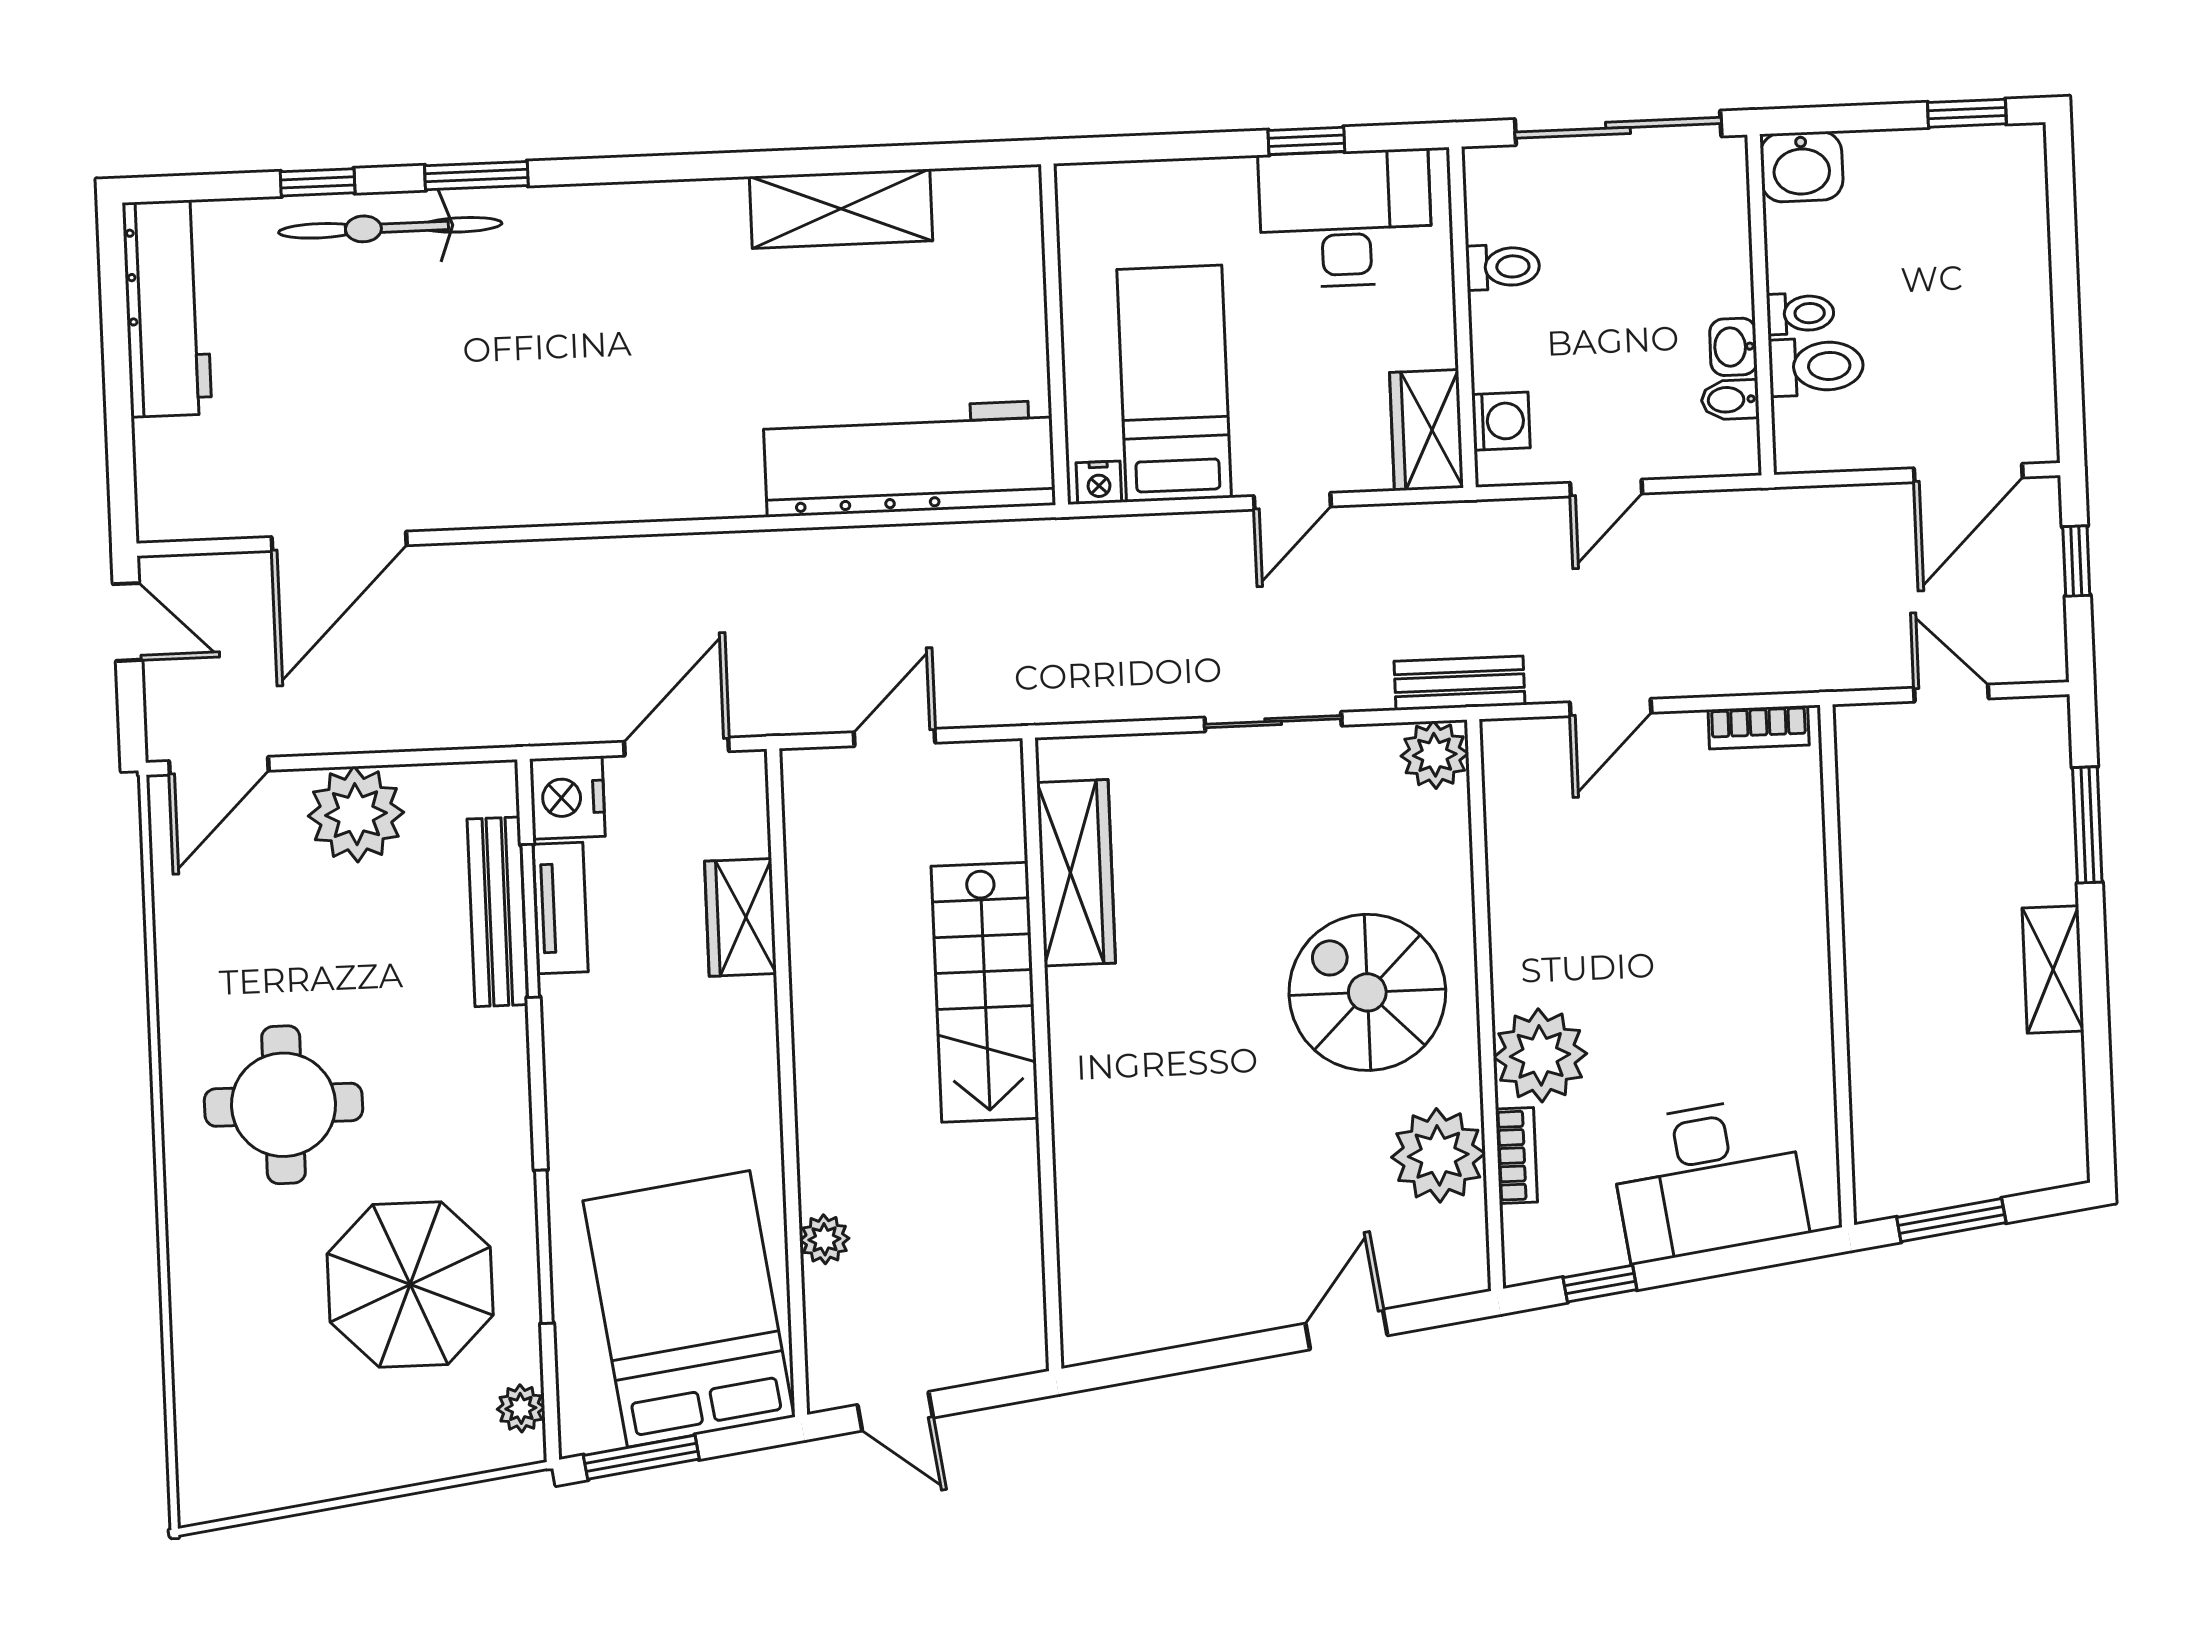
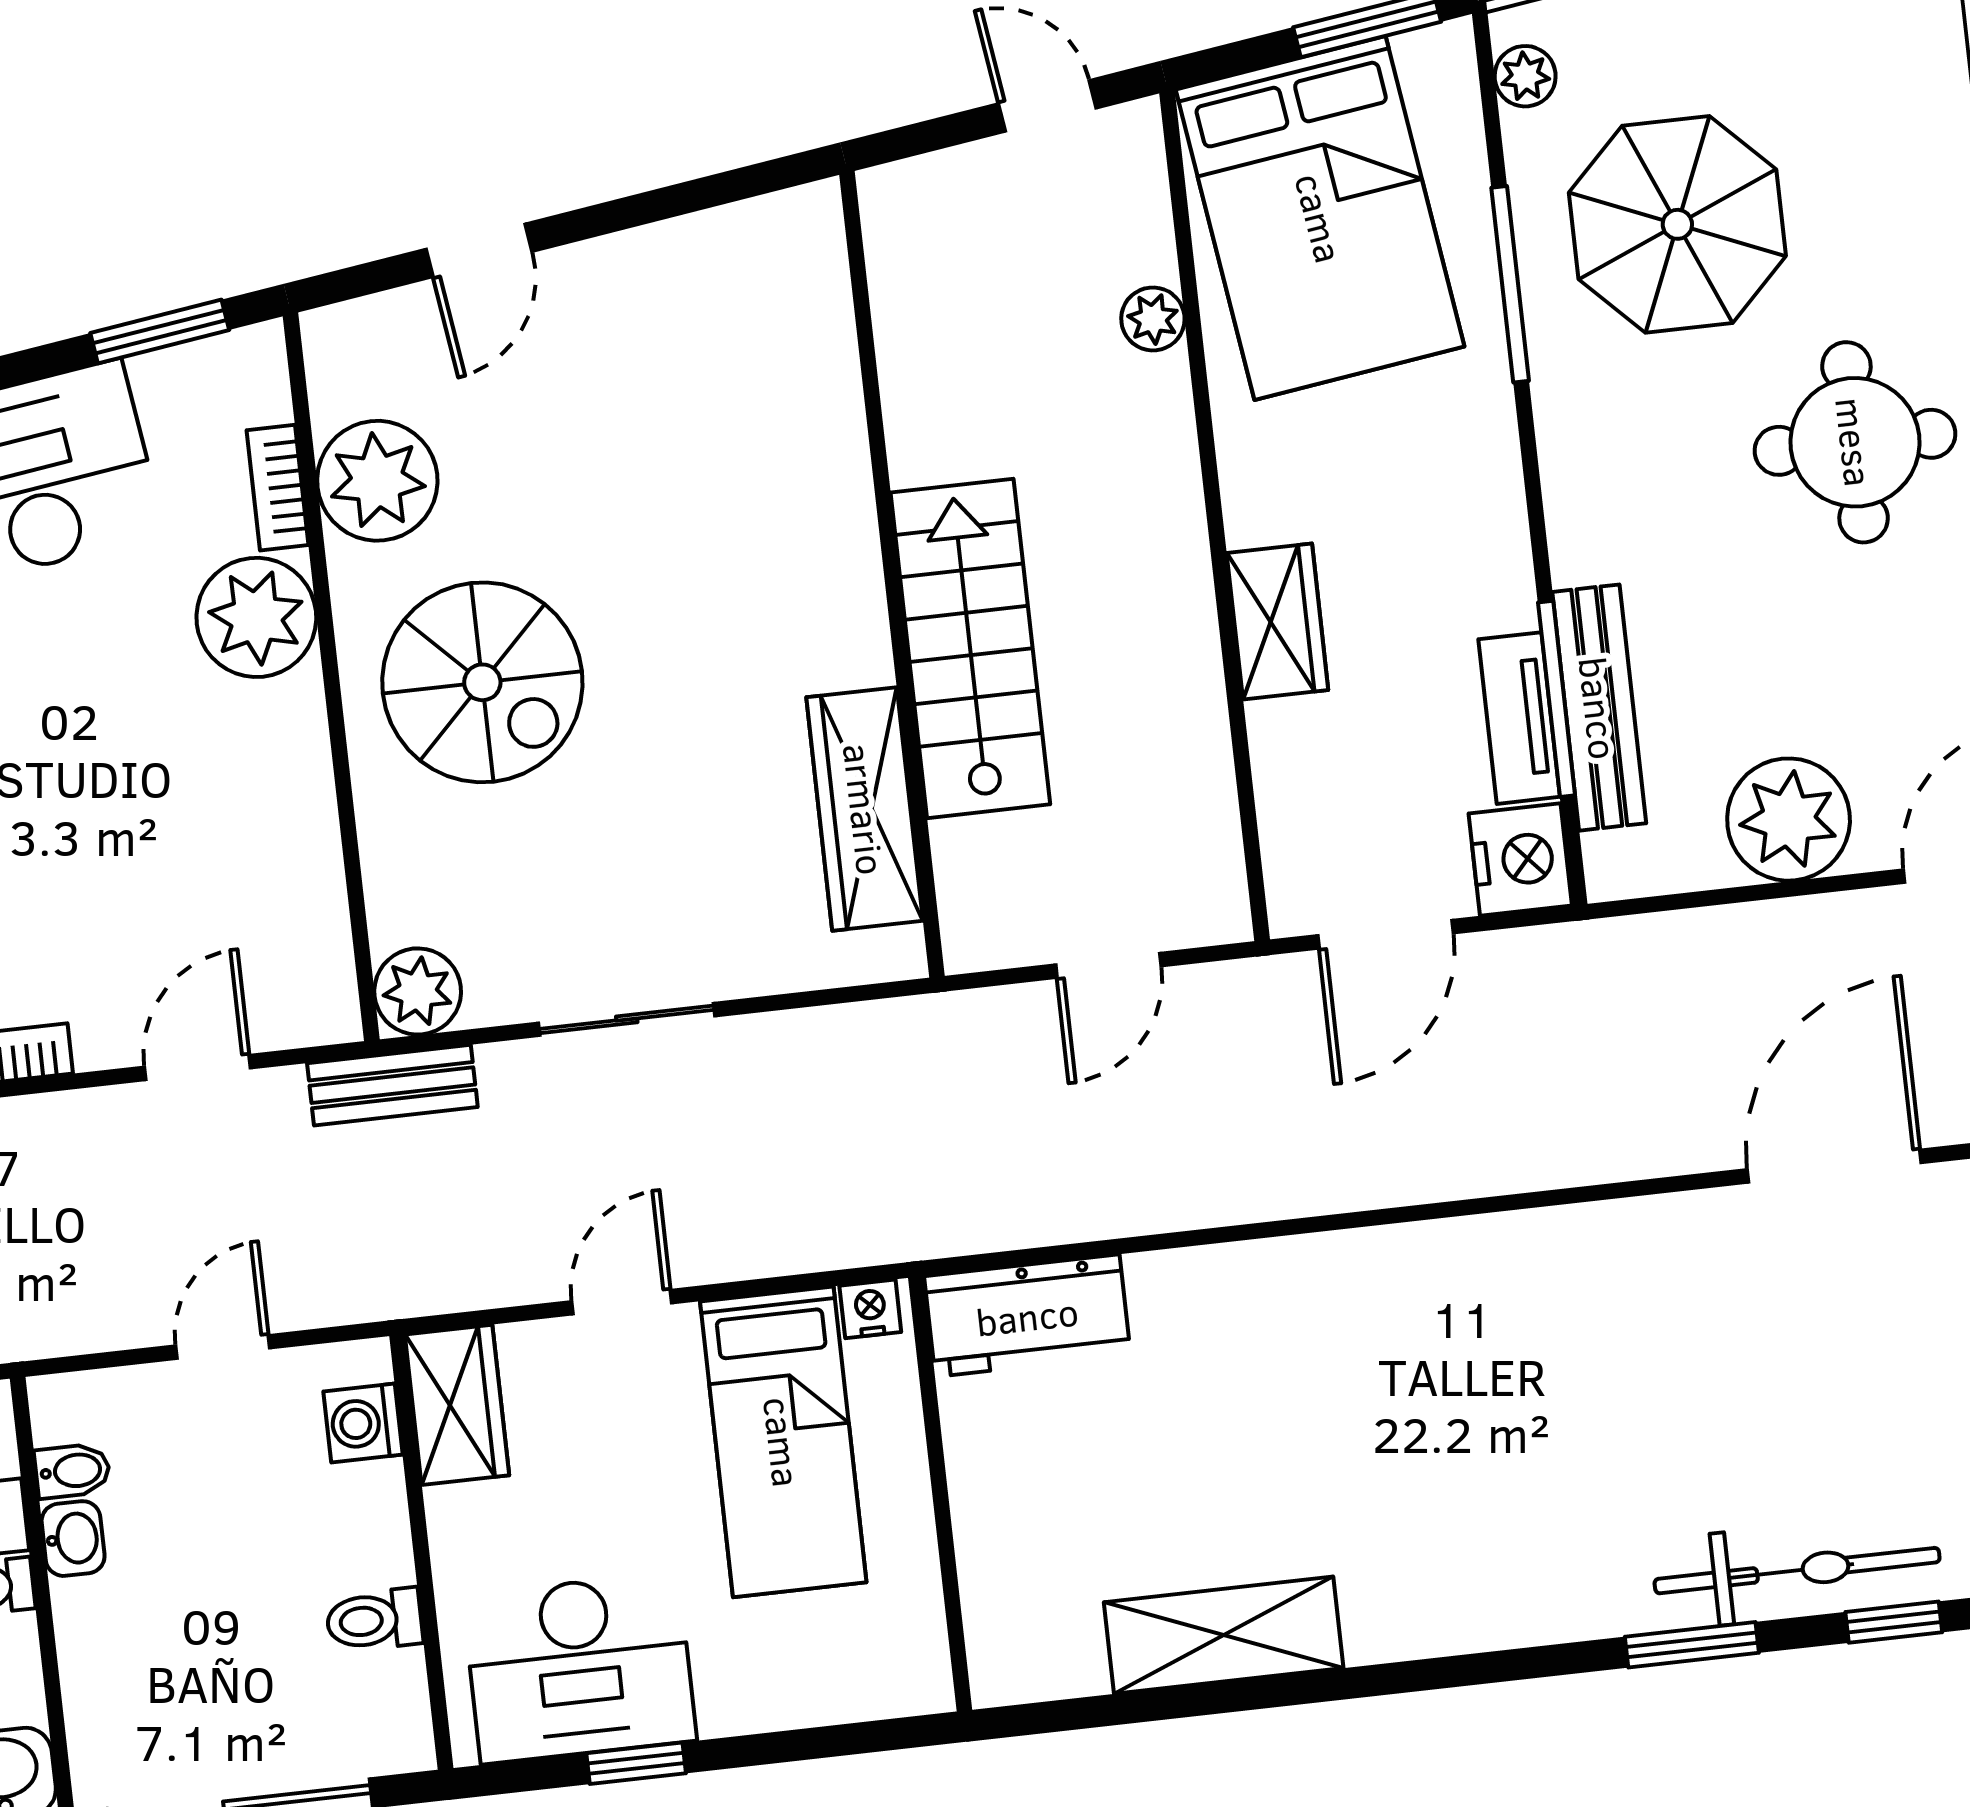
workbench: (909, 459) -> (1027, 1316), width x0.53, depth x0.76
wardrobe: (741, 917) -> (1277, 621), moved
window: (1600, 1284) -> (160, 332), width x1.50

